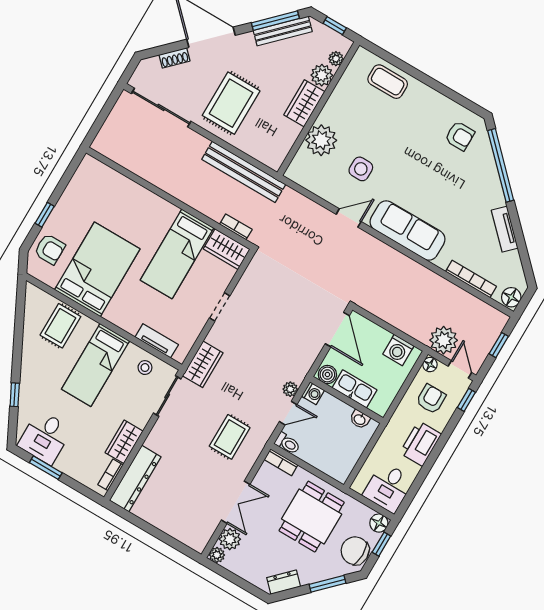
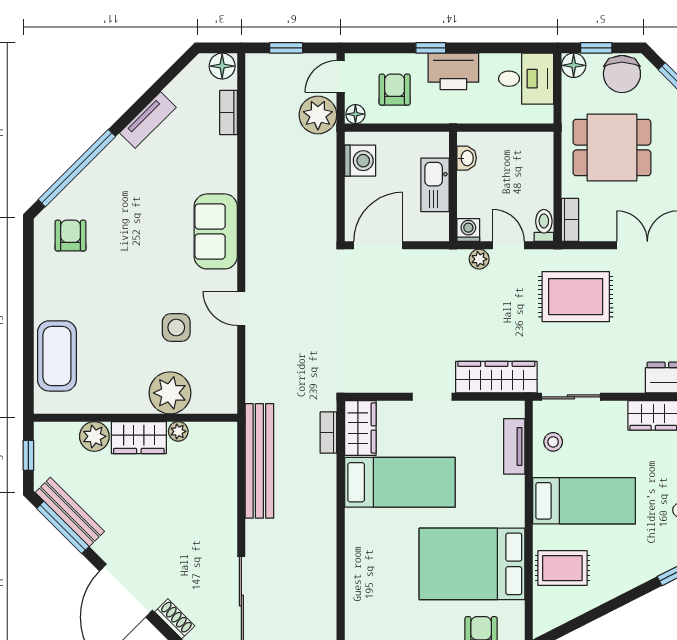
plant: (336, 59) -> (178, 431), moved
coffee table: (388, 82) -> (57, 356), width x1.36, depth x1.32
rug: (231, 103) -> (189, 522), removed
sofa: (408, 231) -> (216, 231), width x0.73
bookcase: (471, 279) -> (229, 113), width x0.64
wardrobe: (203, 364) -> (496, 377), width x1.50
boiler: (327, 374) -> (437, 226), removed
armchair: (431, 399) -> (395, 90), turned 90
window: (466, 400) -> (431, 48), moved
rug: (230, 437) -> (576, 297), width x1.36, depth x1.43

